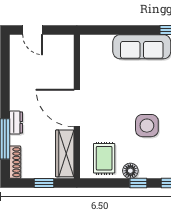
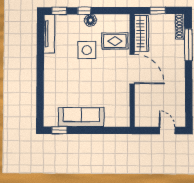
dresser: (16, 123) -> (180, 58), removed
side table: (147, 126) -> (87, 50), moved
rug: (104, 158) -> (115, 41), moved, turned 90

